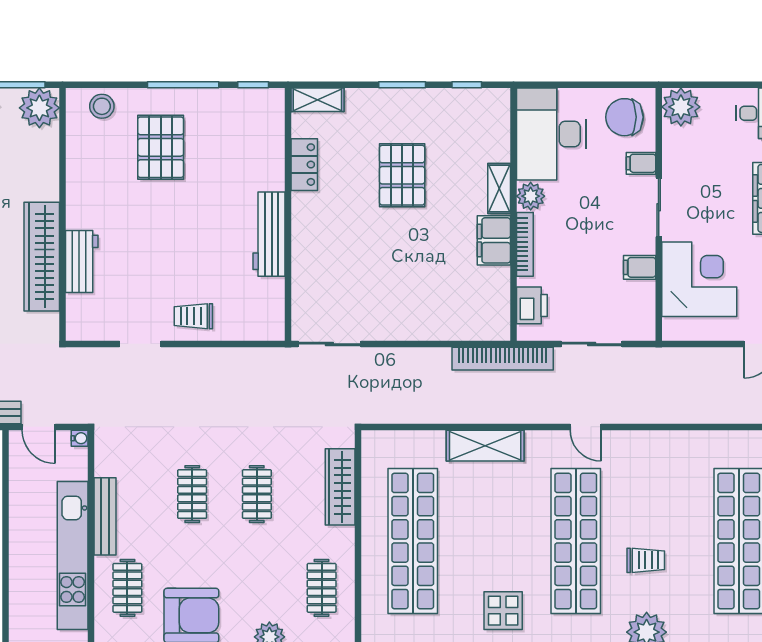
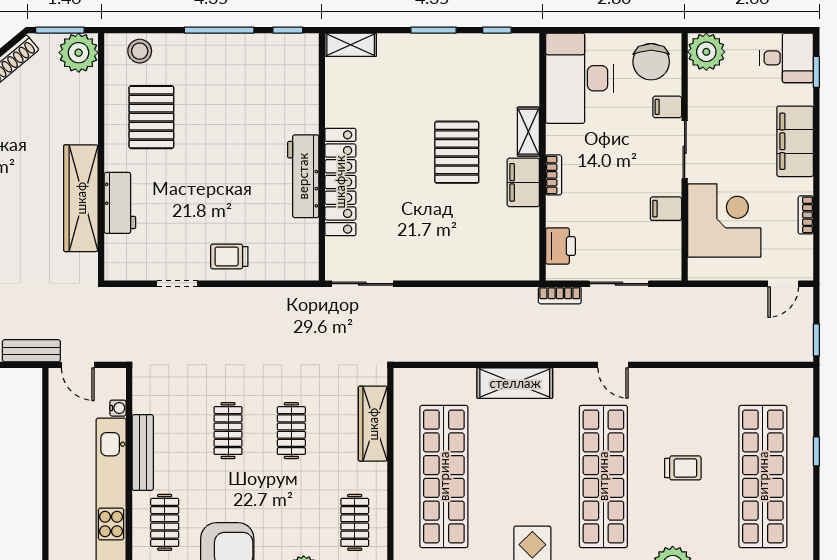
chair: (624, 117) -> (651, 62), turned -90
pallet: (161, 147) -> (151, 117), moved
locker: (304, 165) -> (340, 182), moved, width x2.16, depth x1.21
pallet: (402, 175) -> (457, 152), moved
plant: (531, 196) -> (559, 139), removed
bookcase: (525, 244) -> (554, 175), width x0.64
bookcase: (503, 359) -> (560, 295), width x0.43, depth x0.76
water cooler: (80, 438) -> (118, 408), moved
trolley: (646, 560) -> (683, 468), moved

